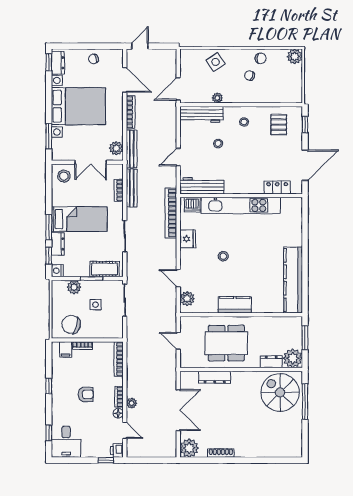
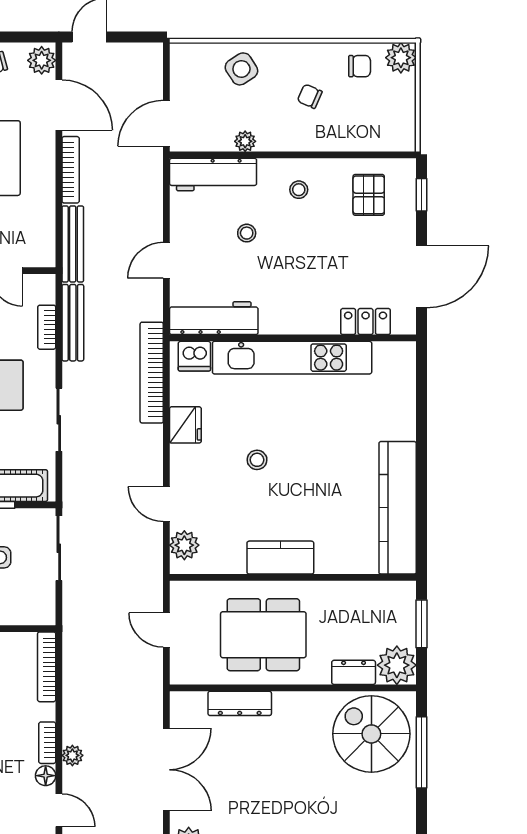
chair: (261, 58) -> (360, 66), moved
plant: (116, 148) -> (42, 60), moved

